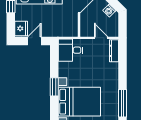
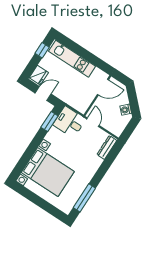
door: (101, 38) -> (93, 122), moved
window: (54, 87) -> (49, 122), moved

